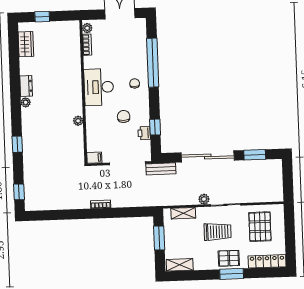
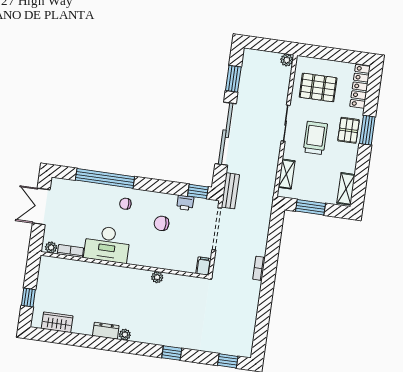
desk: (99, 87) -> (107, 244), moved
window: (155, 127) -> (198, 191), moved
plant: (204, 199) -> (287, 60), moved

